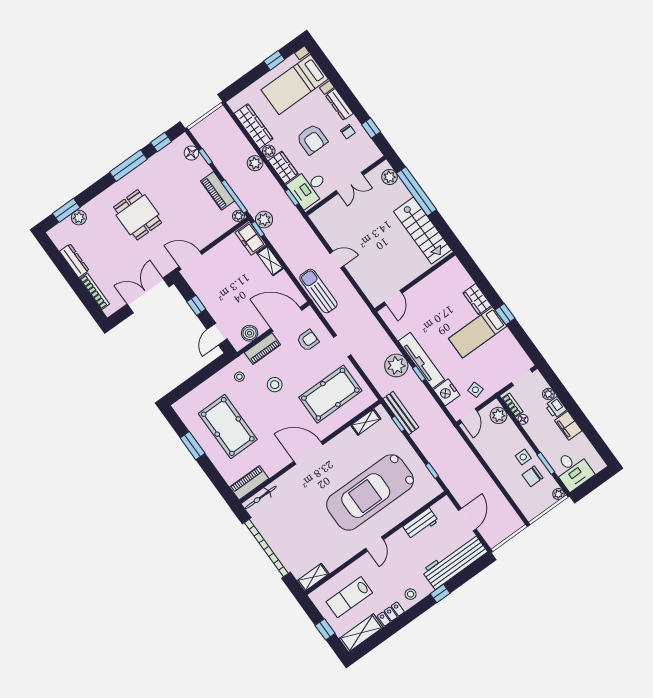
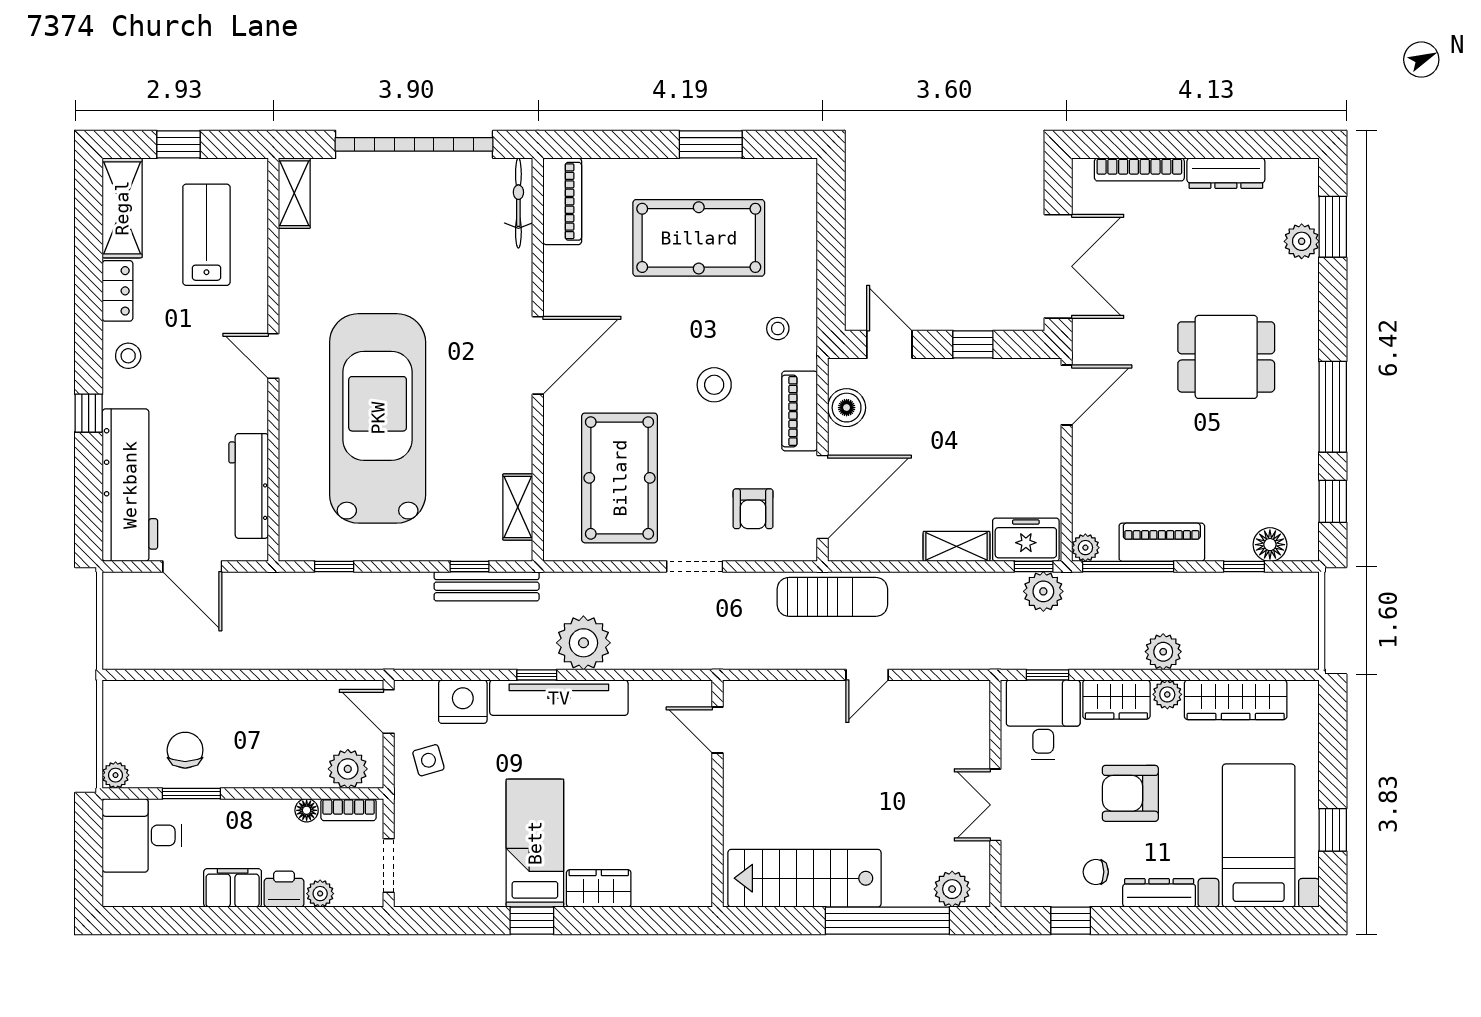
side table: (523, 457) -> (235, 759), removed
workbench: (421, 524) -> (249, 486), width x1.38

